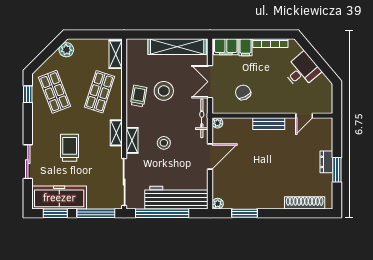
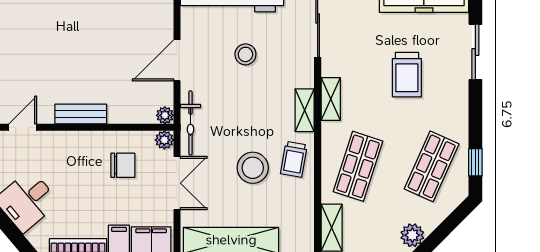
shop shelf: (55, 92) -> (432, 166), turned 45
chair: (243, 92) -> (123, 165), turned -64
plant: (218, 108) -> (164, 140), added
shelving: (132, 140) -> (305, 110), moved
stool: (164, 143) -> (245, 54), moved

